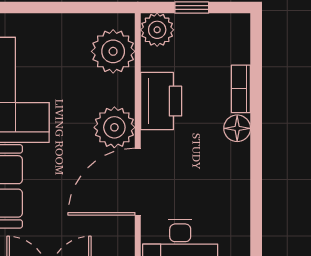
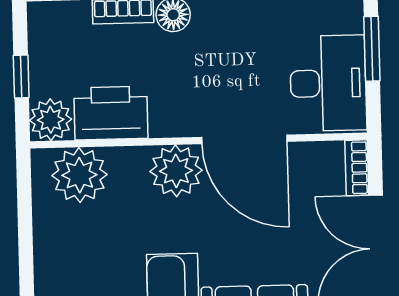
printer: (161, 101) -> (111, 113), moved

